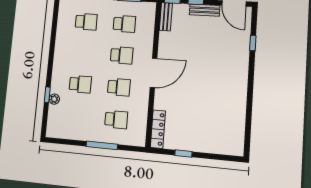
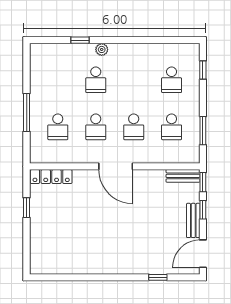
plant: (54, 99) -> (102, 49), moved

